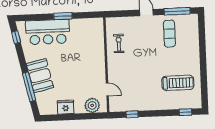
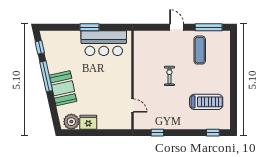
bar counter: (48, 32) -> (104, 43), moved
exercise bike: (119, 43) -> (169, 76), moved
window: (29, 87) -> (46, 76), moved
plant: (92, 105) -> (71, 122), moved

